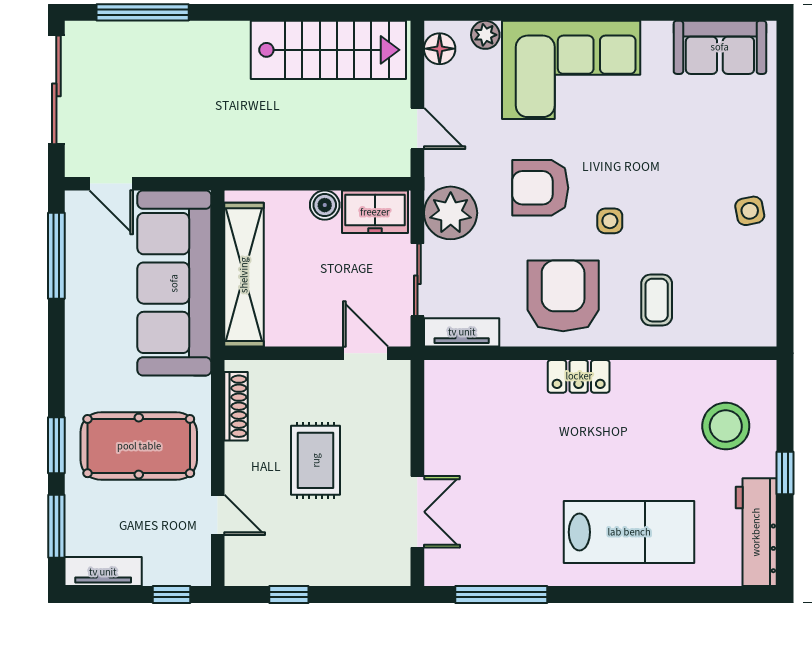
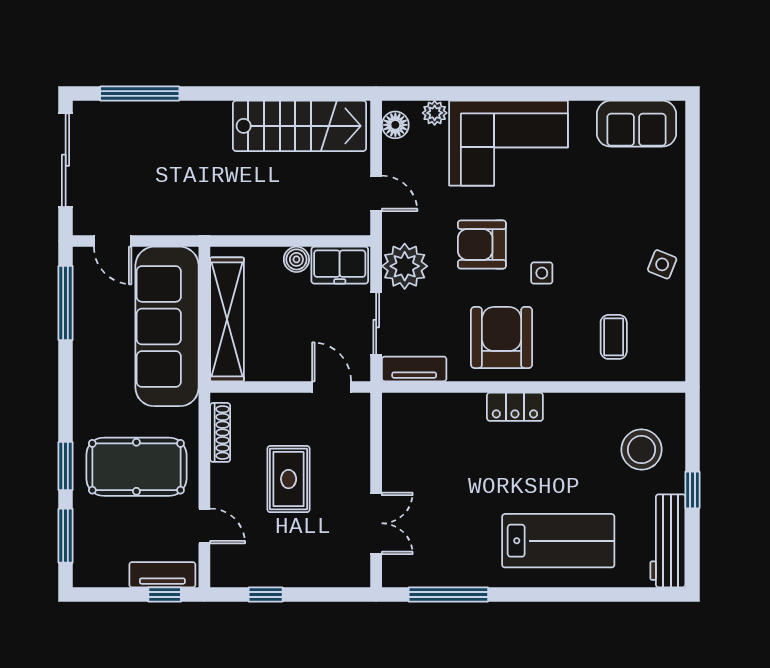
side table: (750, 211) -> (662, 264), turned 33
coffee table: (657, 300) -> (614, 337), moved
tv unit: (103, 572) -> (162, 575), moved

